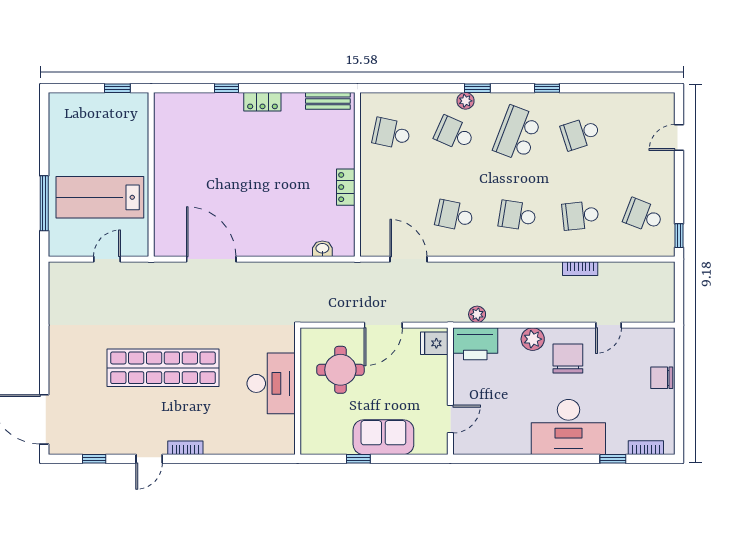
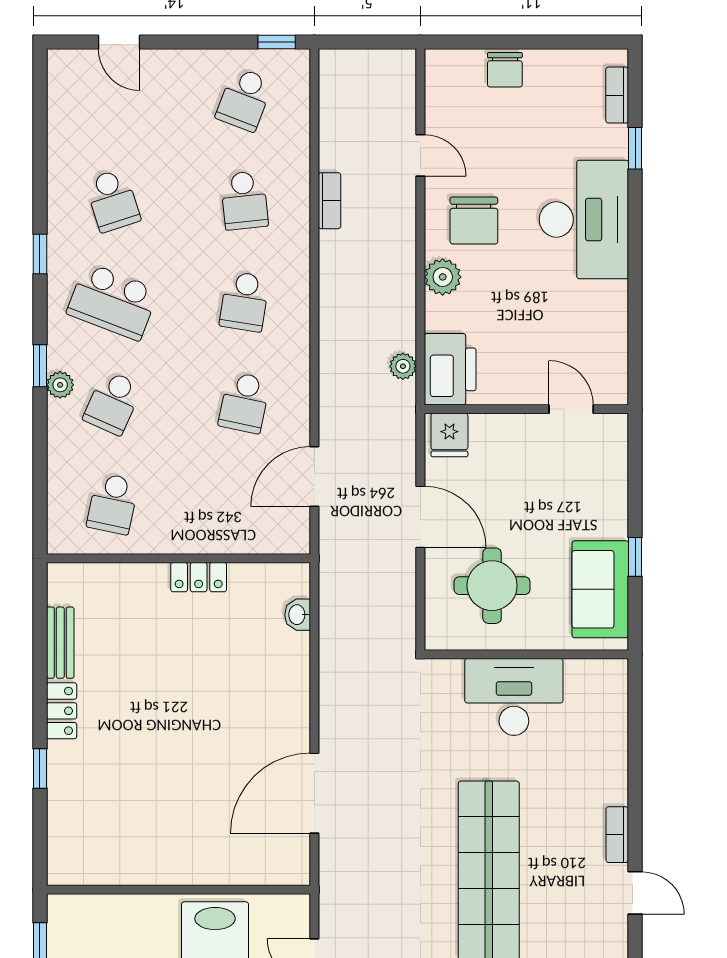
bench: (328, 101) -> (60, 643), moved
chair: (568, 359) -> (474, 220), turned -90
sofa: (383, 437) -> (600, 589), moved

